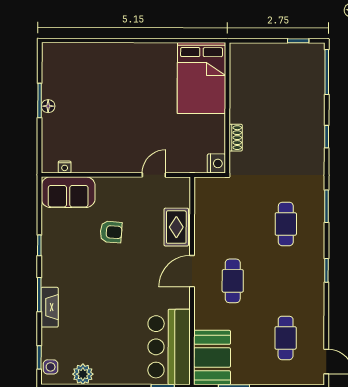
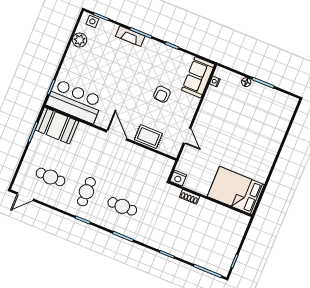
floor lamp: (48, 106) -> (246, 82), moved
cafe table: (233, 281) -> (86, 192), moved, turned 90

